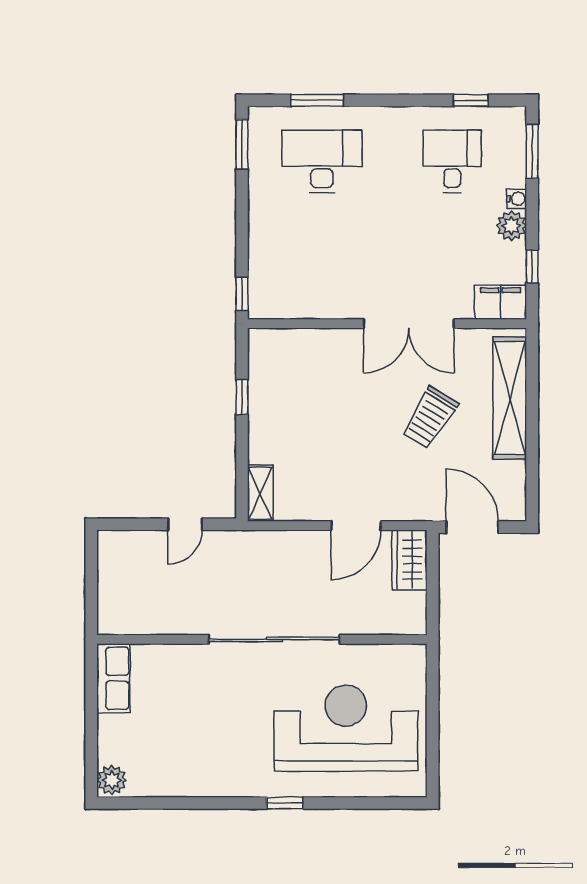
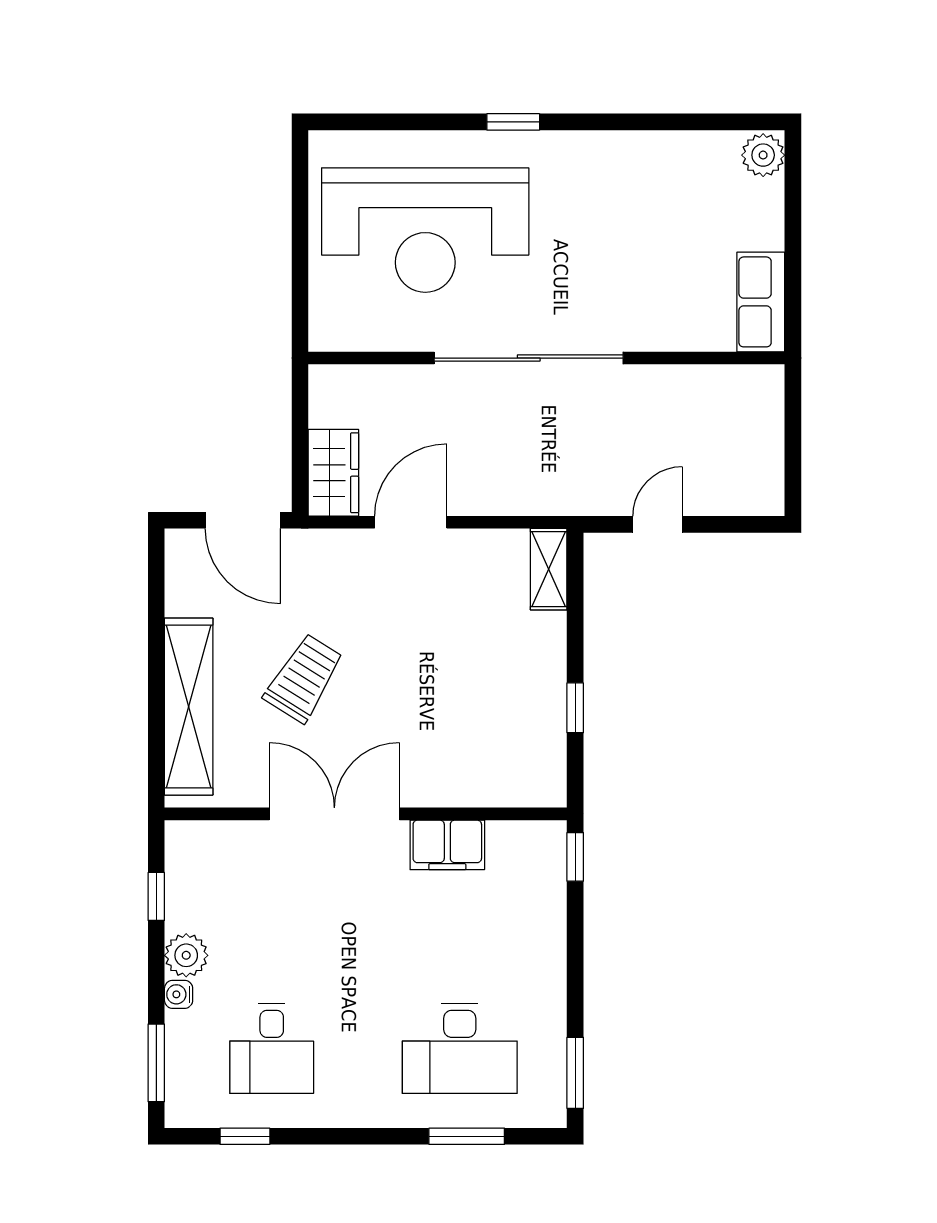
filing cabinet: (501, 302) -> (447, 845), moved

